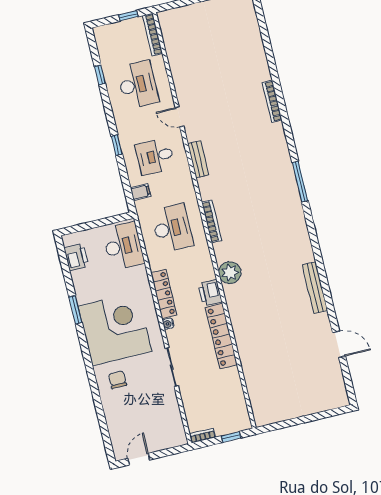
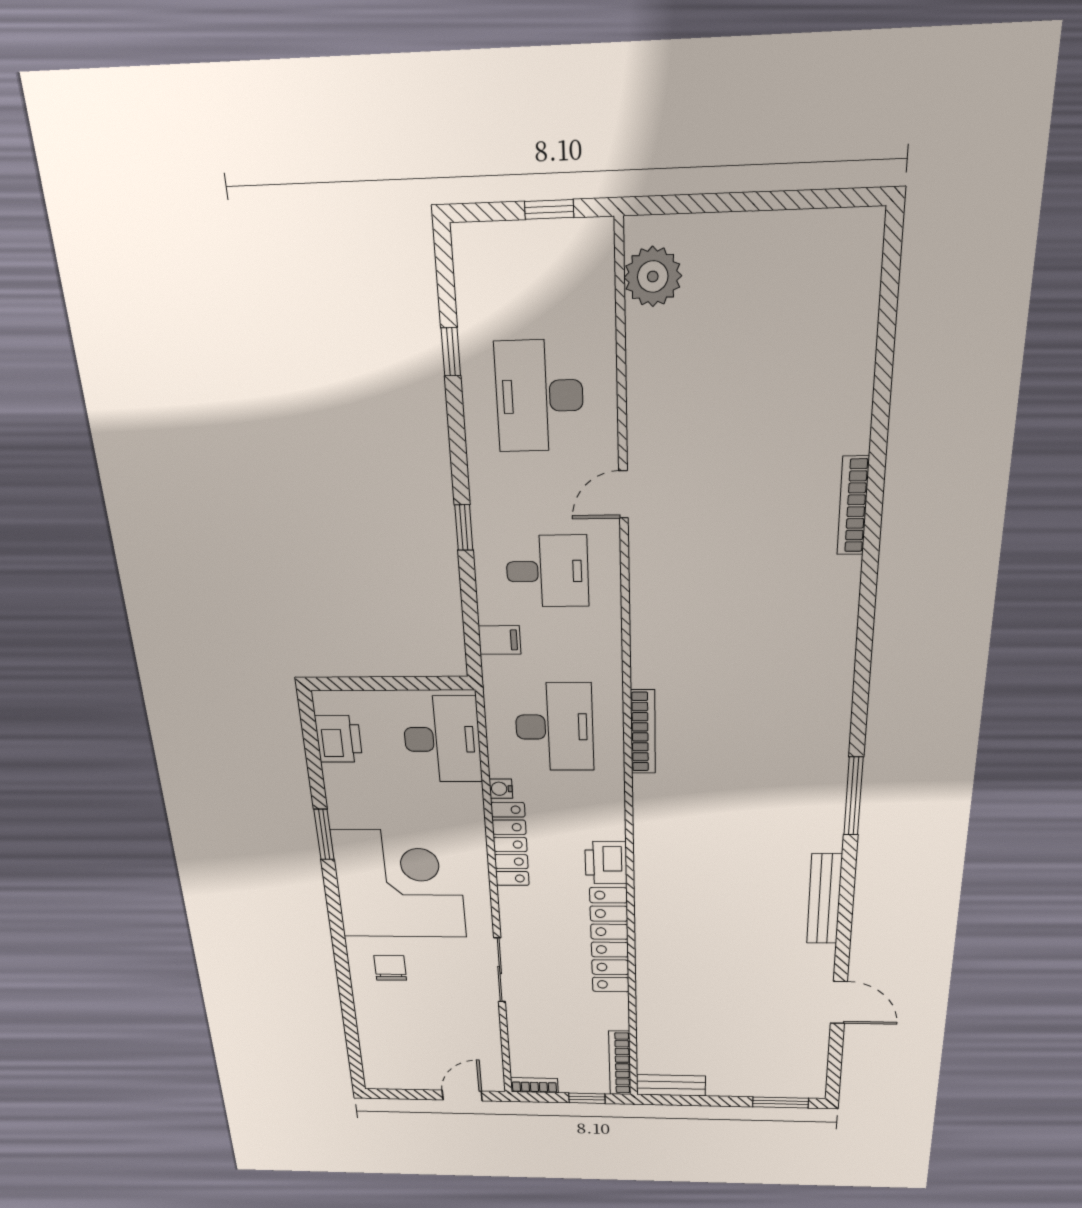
bookcase: (153, 35) -> (620, 1063), moved
desk: (138, 85) -> (539, 396), turned 180
door: (179, 117) -> (623, 494), hinge flipped
desk: (155, 156) -> (547, 571), turned 180
bench: (198, 159) -> (671, 1085), moved, turned 90
window: (300, 182) -> (853, 796), moved
plant: (230, 273) -> (653, 277), moved
water cooler: (168, 324) -> (501, 789), moved
window: (329, 414) -> (780, 1102), added
door: (139, 459) -> (462, 1096), moved

